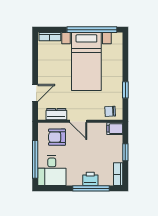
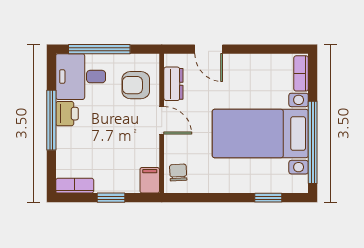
window: (125, 90) -> (268, 198), moved
door: (78, 121) -> (162, 120), swing flipped
armchair: (57, 137) -> (136, 85), turned -90
printer: (90, 179) -> (67, 114), moved
window: (91, 188) -> (51, 120), moved

